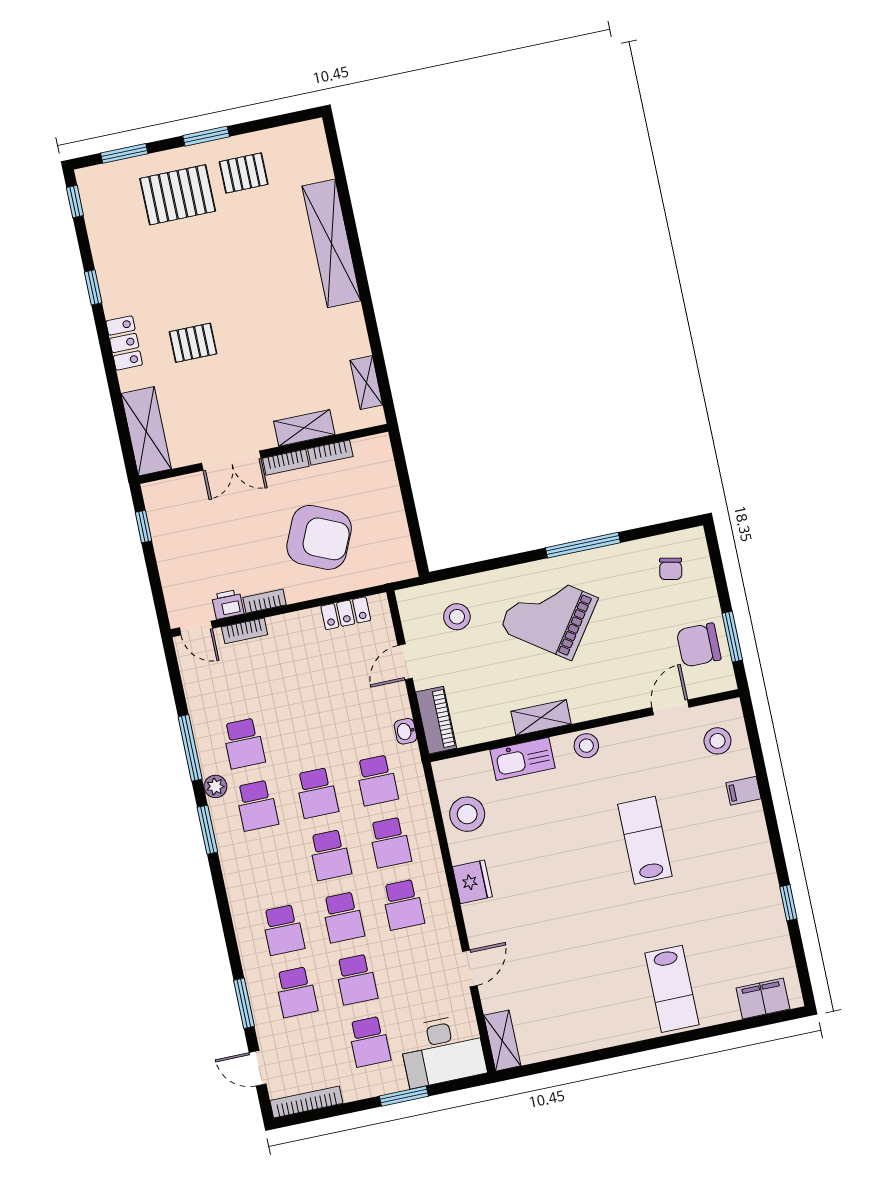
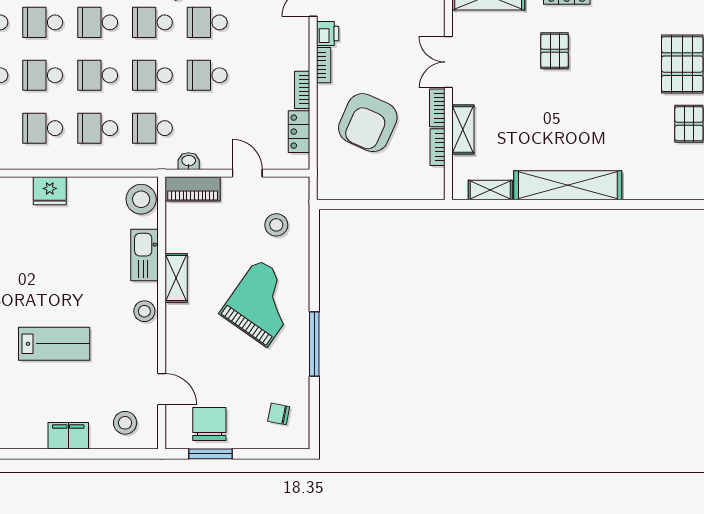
shelving: (331, 243) -> (568, 185), moved
bookcase: (245, 631) -> (302, 90), moved
school desk: (304, 731) -> (207, 75), added
filing cabinet: (743, 791) -> (68, 436), width x2.00
stool: (467, 814) -> (141, 199), moved
school desk: (270, 868) -> (98, 22), added

